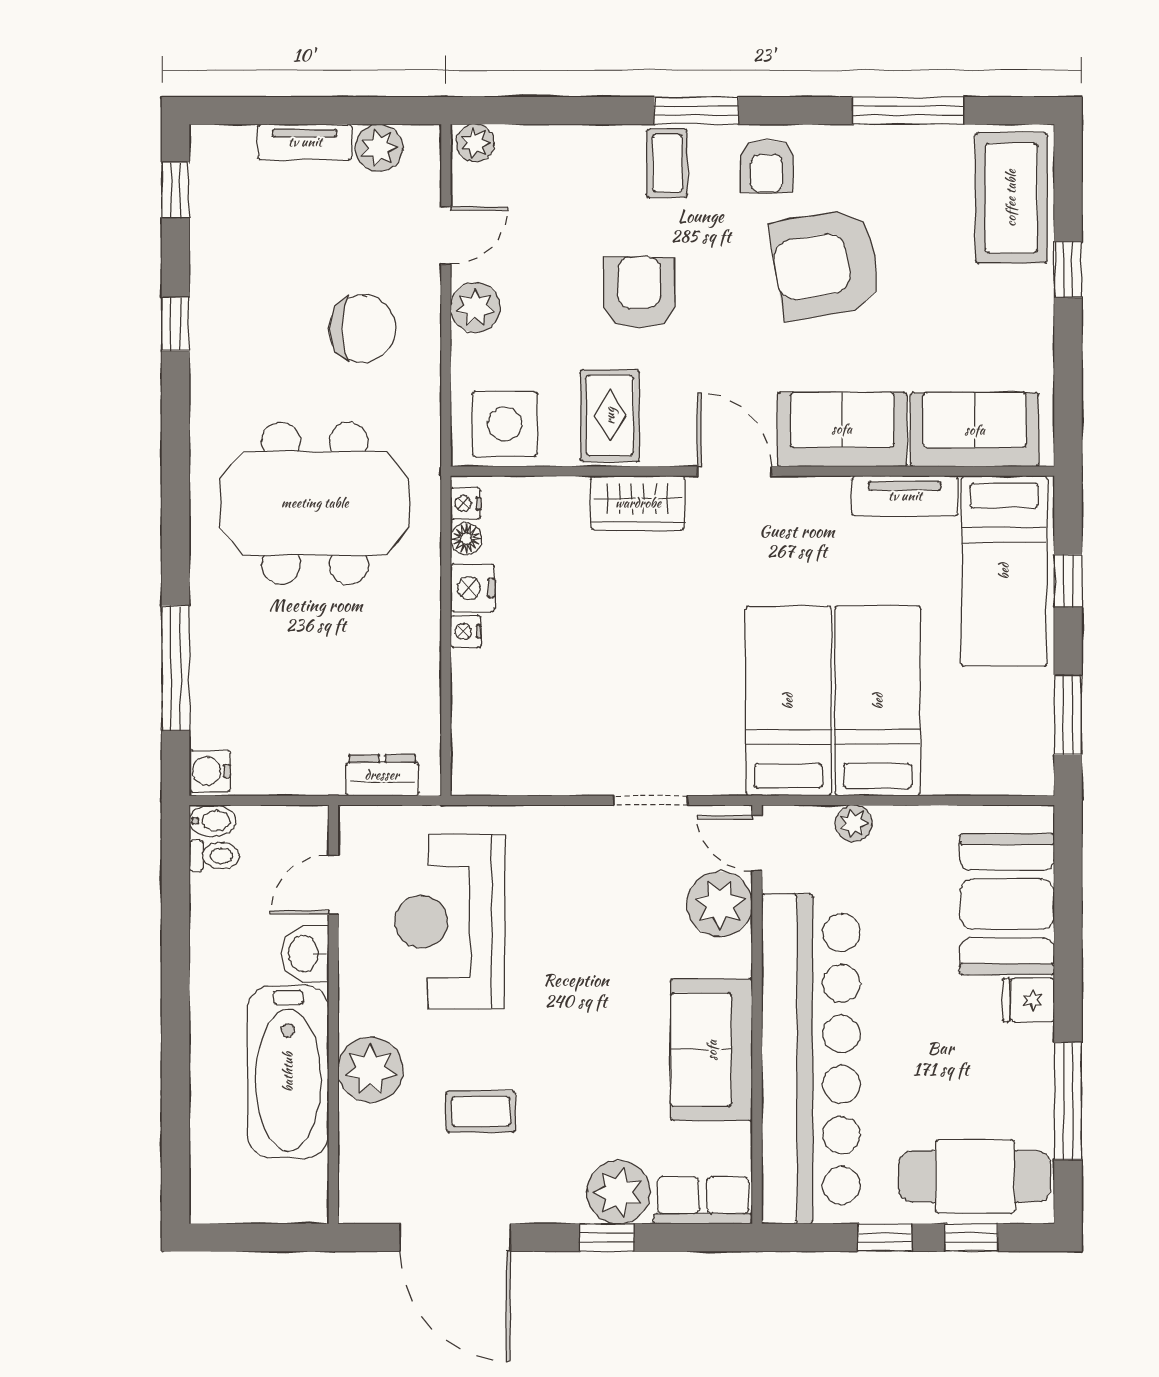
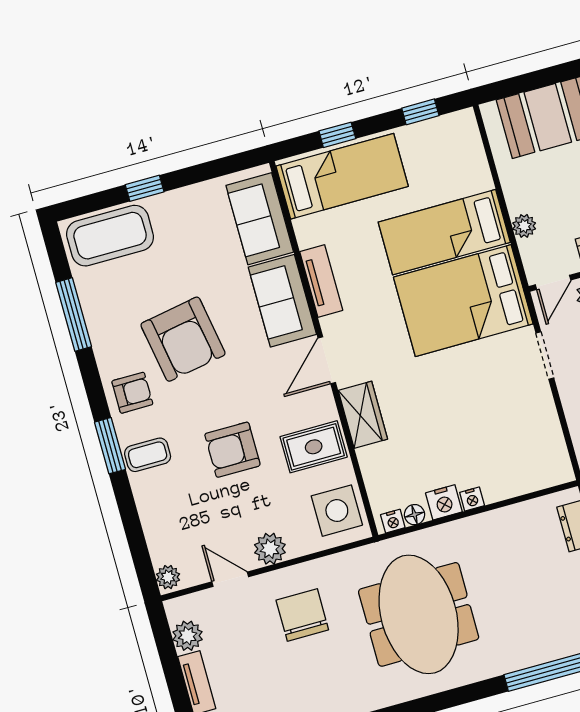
tv unit: (905, 496) -> (321, 281), moved
bed: (788, 701) -> (463, 301), width x1.50
window: (1068, 715) -> (420, 112), width x0.67

